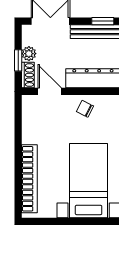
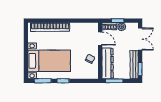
door: (50, 91) -> (100, 39), hinge flipped

